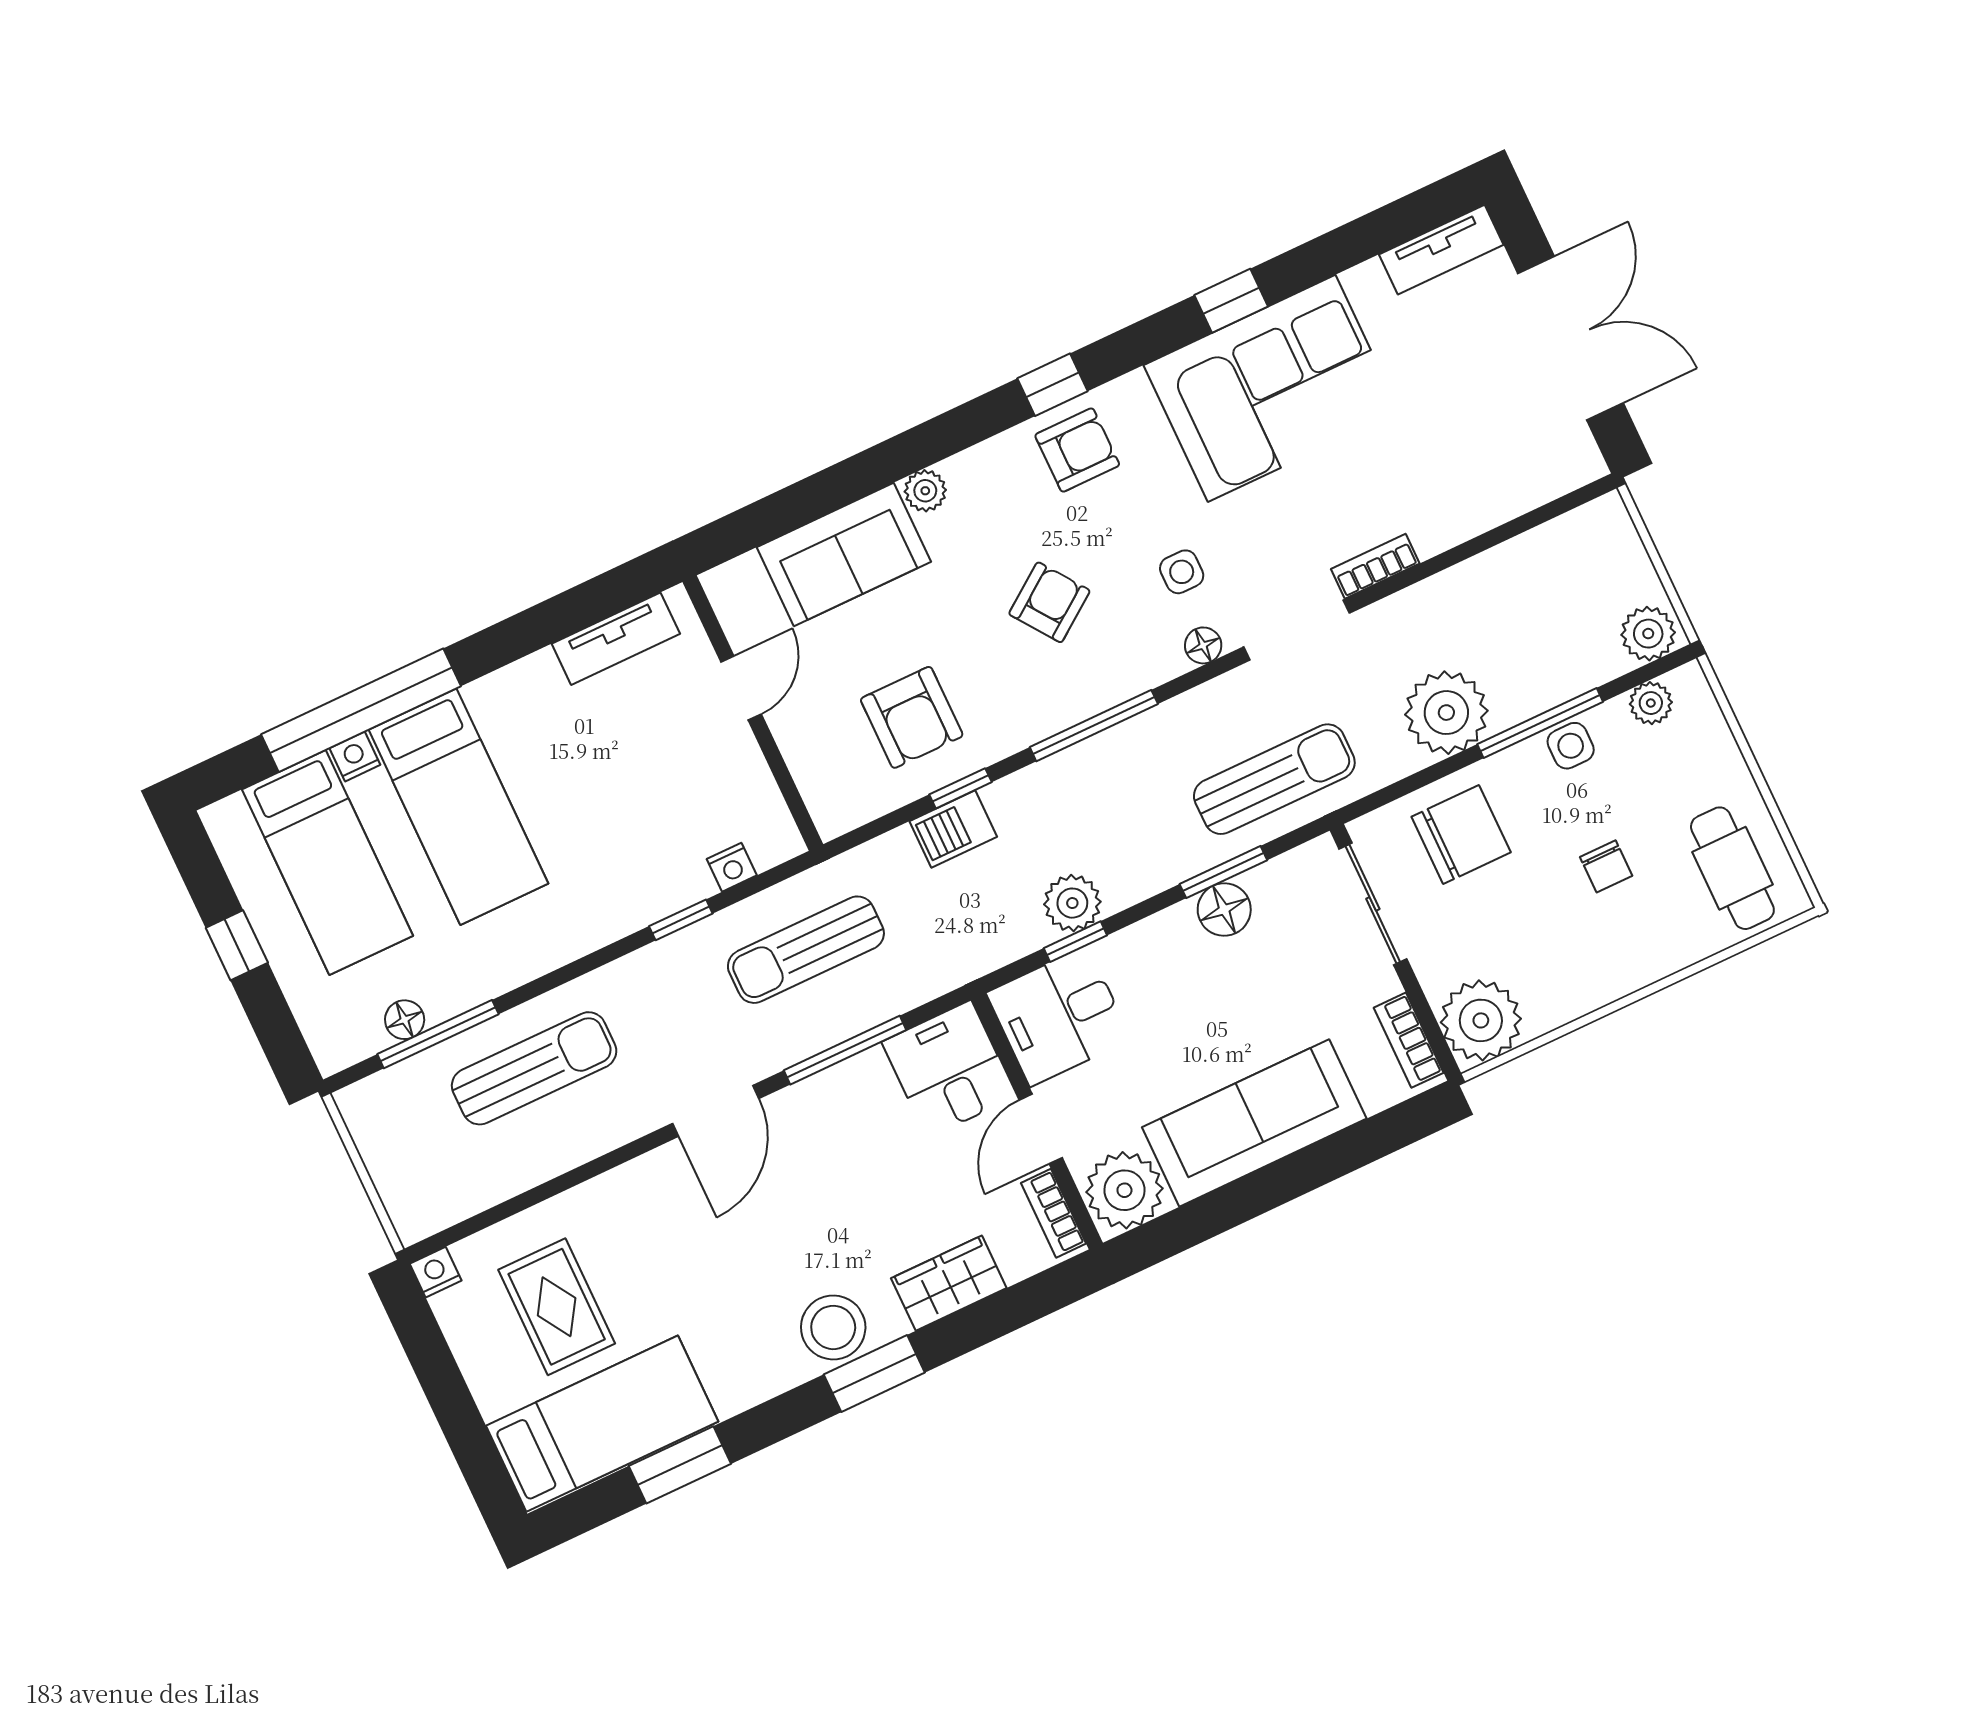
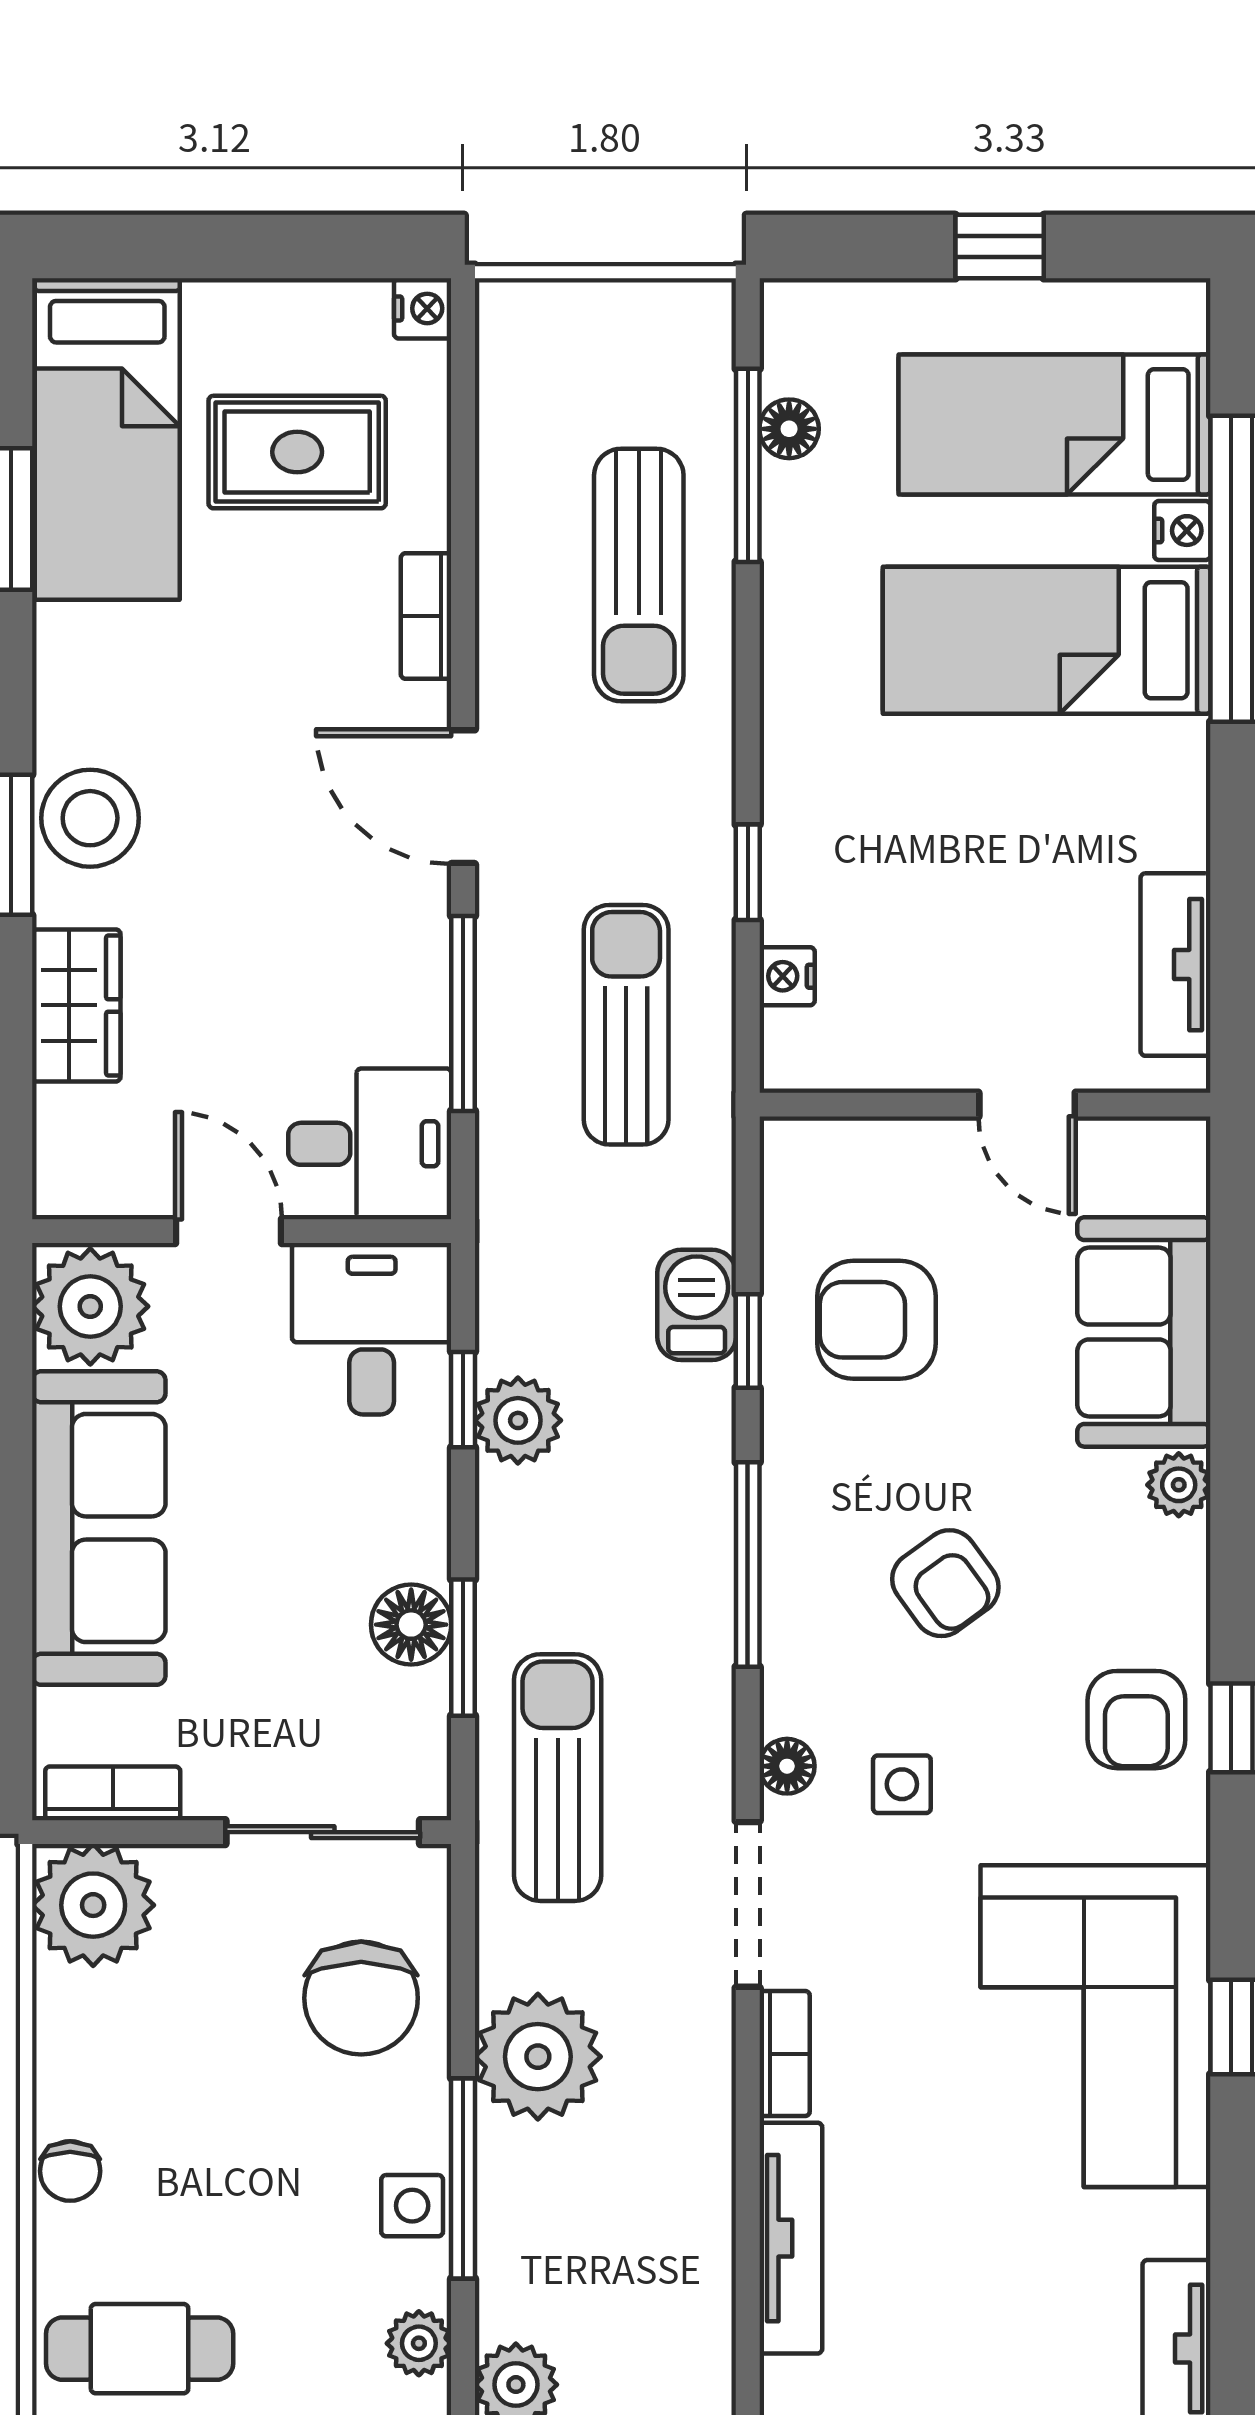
tv unit: (1484, 511) -> (791, 2238), added
sun lounger: (1274, 779) -> (558, 1778), turned 180
chair: (1606, 866) -> (70, 2171), moved, turned -90
bookcase: (1053, 1213) -> (426, 616), moved, turned -90

